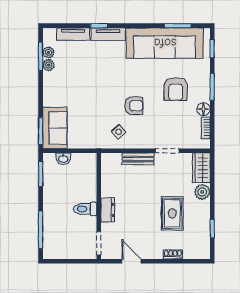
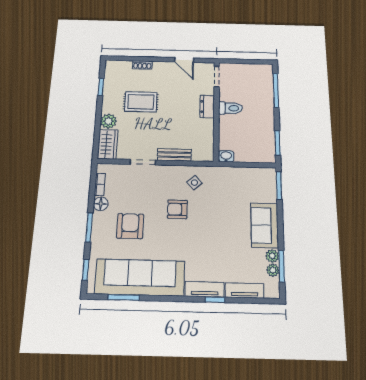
sofa: (55, 128) -> (265, 225), moved
washbasin: (63, 159) -> (226, 156), moved
rug: (172, 213) -> (141, 102), turned 90

